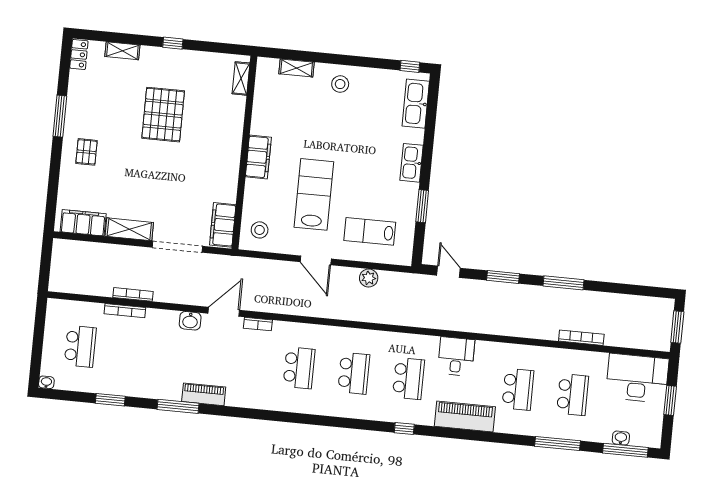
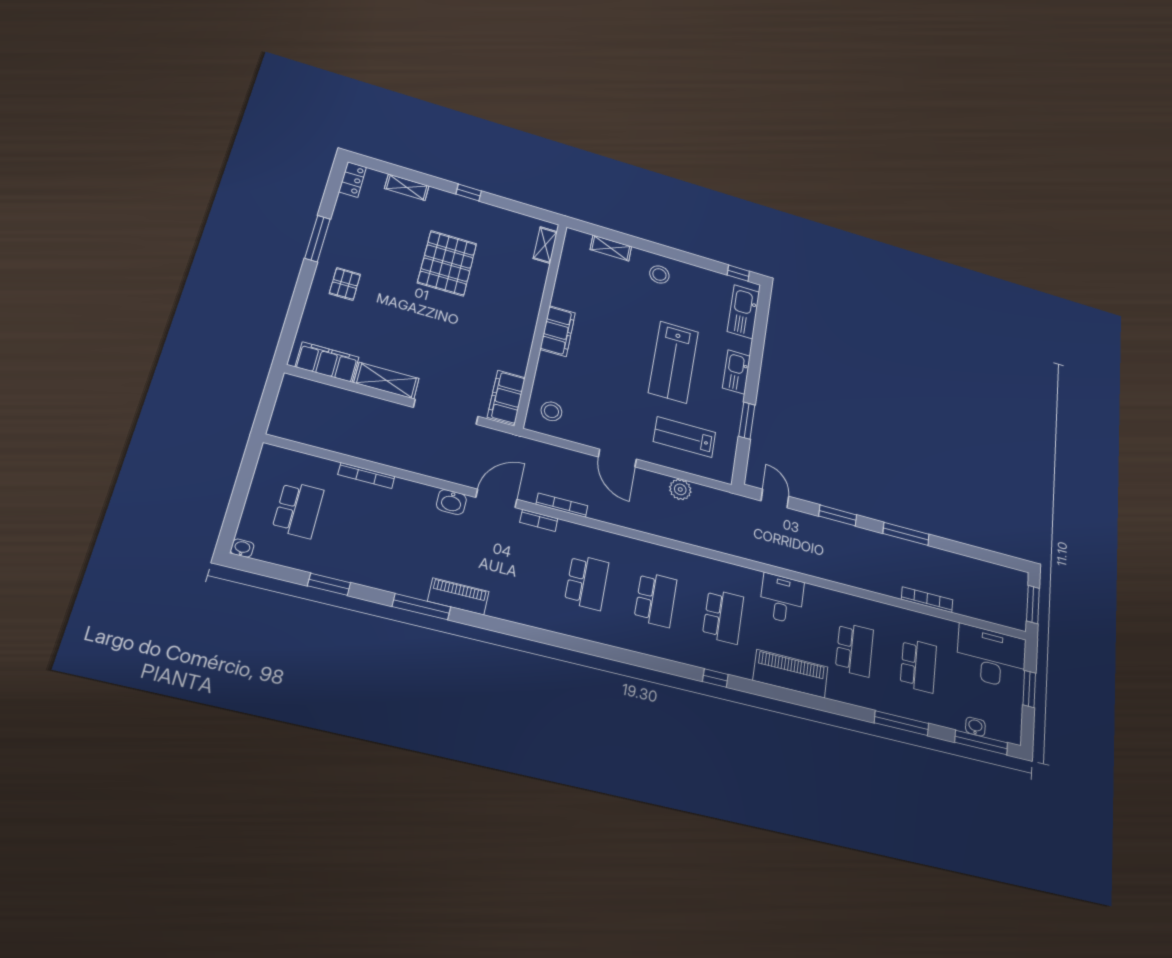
lab bench: (314, 194) -> (673, 362), moved, turned 180
bookcase: (133, 294) -> (562, 505), moved

